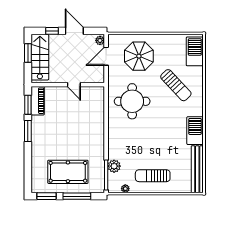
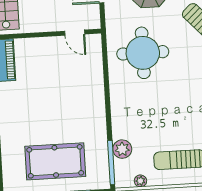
door: (74, 85) -> (75, 33), moved

